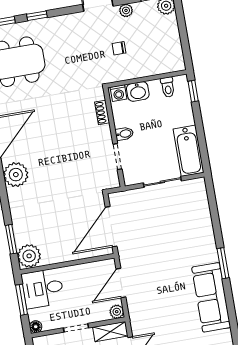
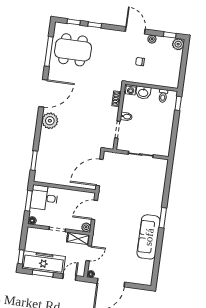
bathtub: (189, 151) -> (163, 140), removed
plant: (29, 256) -> (42, 175), removed

